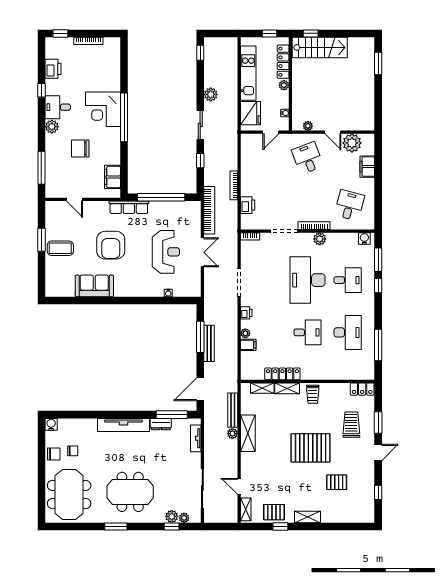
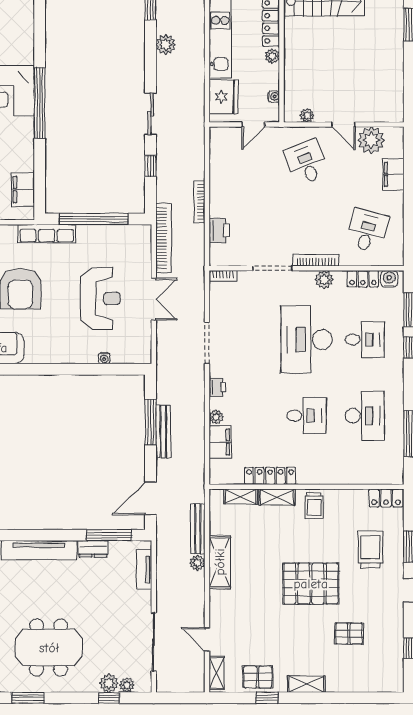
plant: (211, 94) -> (166, 45), moved
locker: (346, 238) -> (363, 279), added
filing cabinet: (248, 345) -> (220, 442), width x2.00

